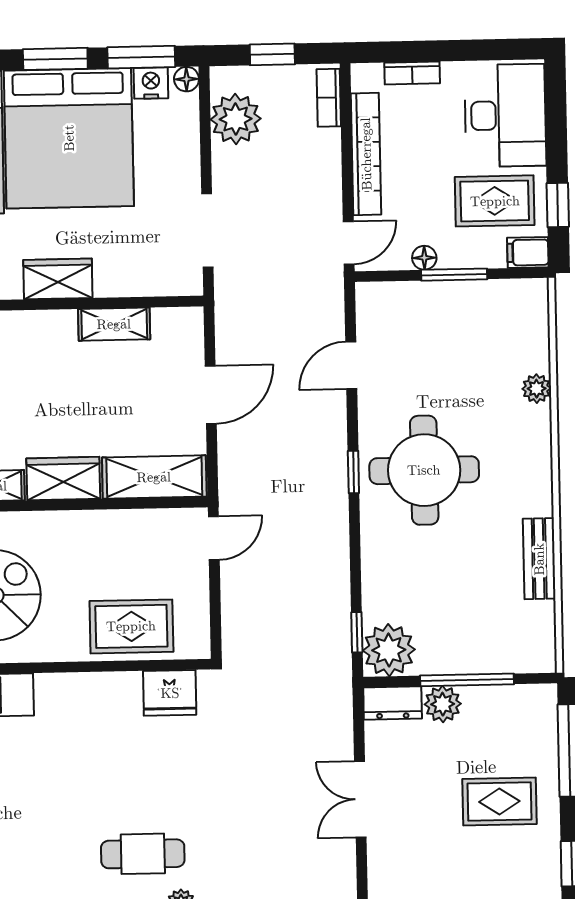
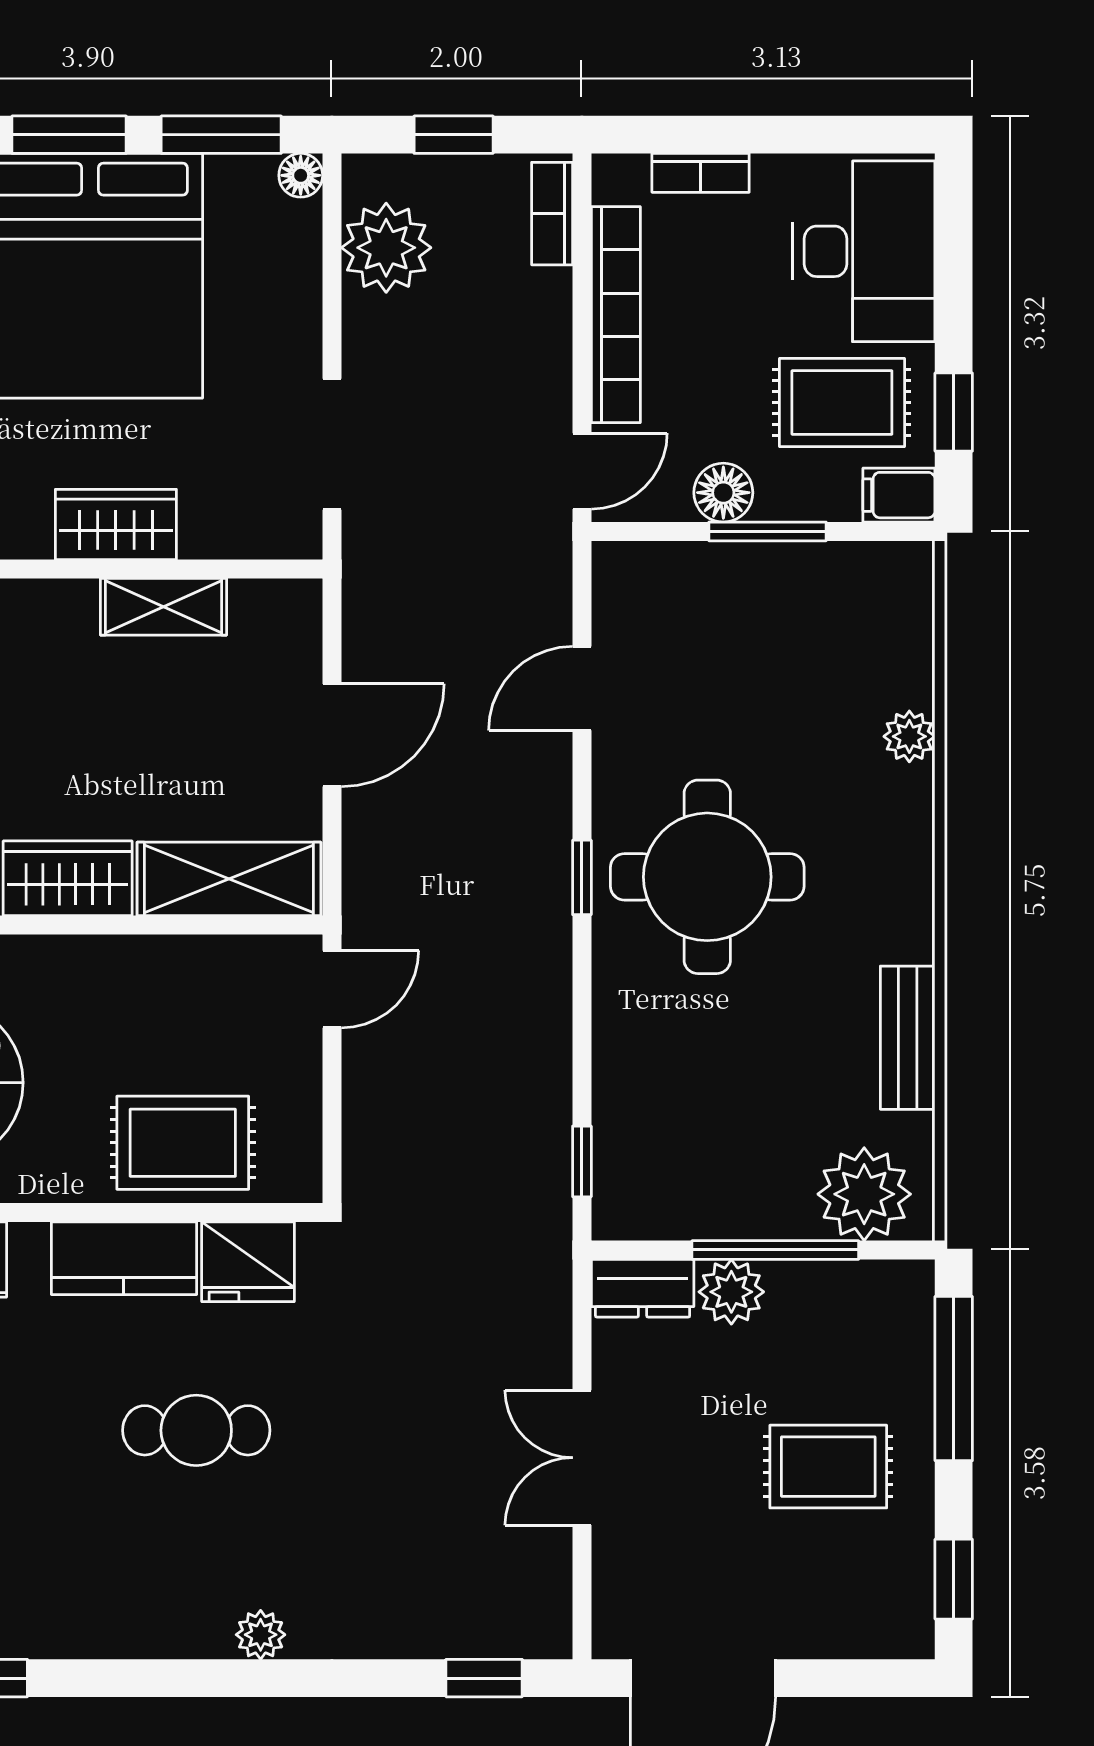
nightstand: (151, 83) -> (238, 181), removed
floor lamp: (424, 258) -> (723, 493), width x1.37, depth x1.37
wardrobe: (58, 279) -> (116, 524), moved
plant: (389, 650) -> (864, 1194), moved
kitchen counter: (100, 692) -> (124, 1258), added
cafe table: (143, 854) -> (196, 1430), moved

